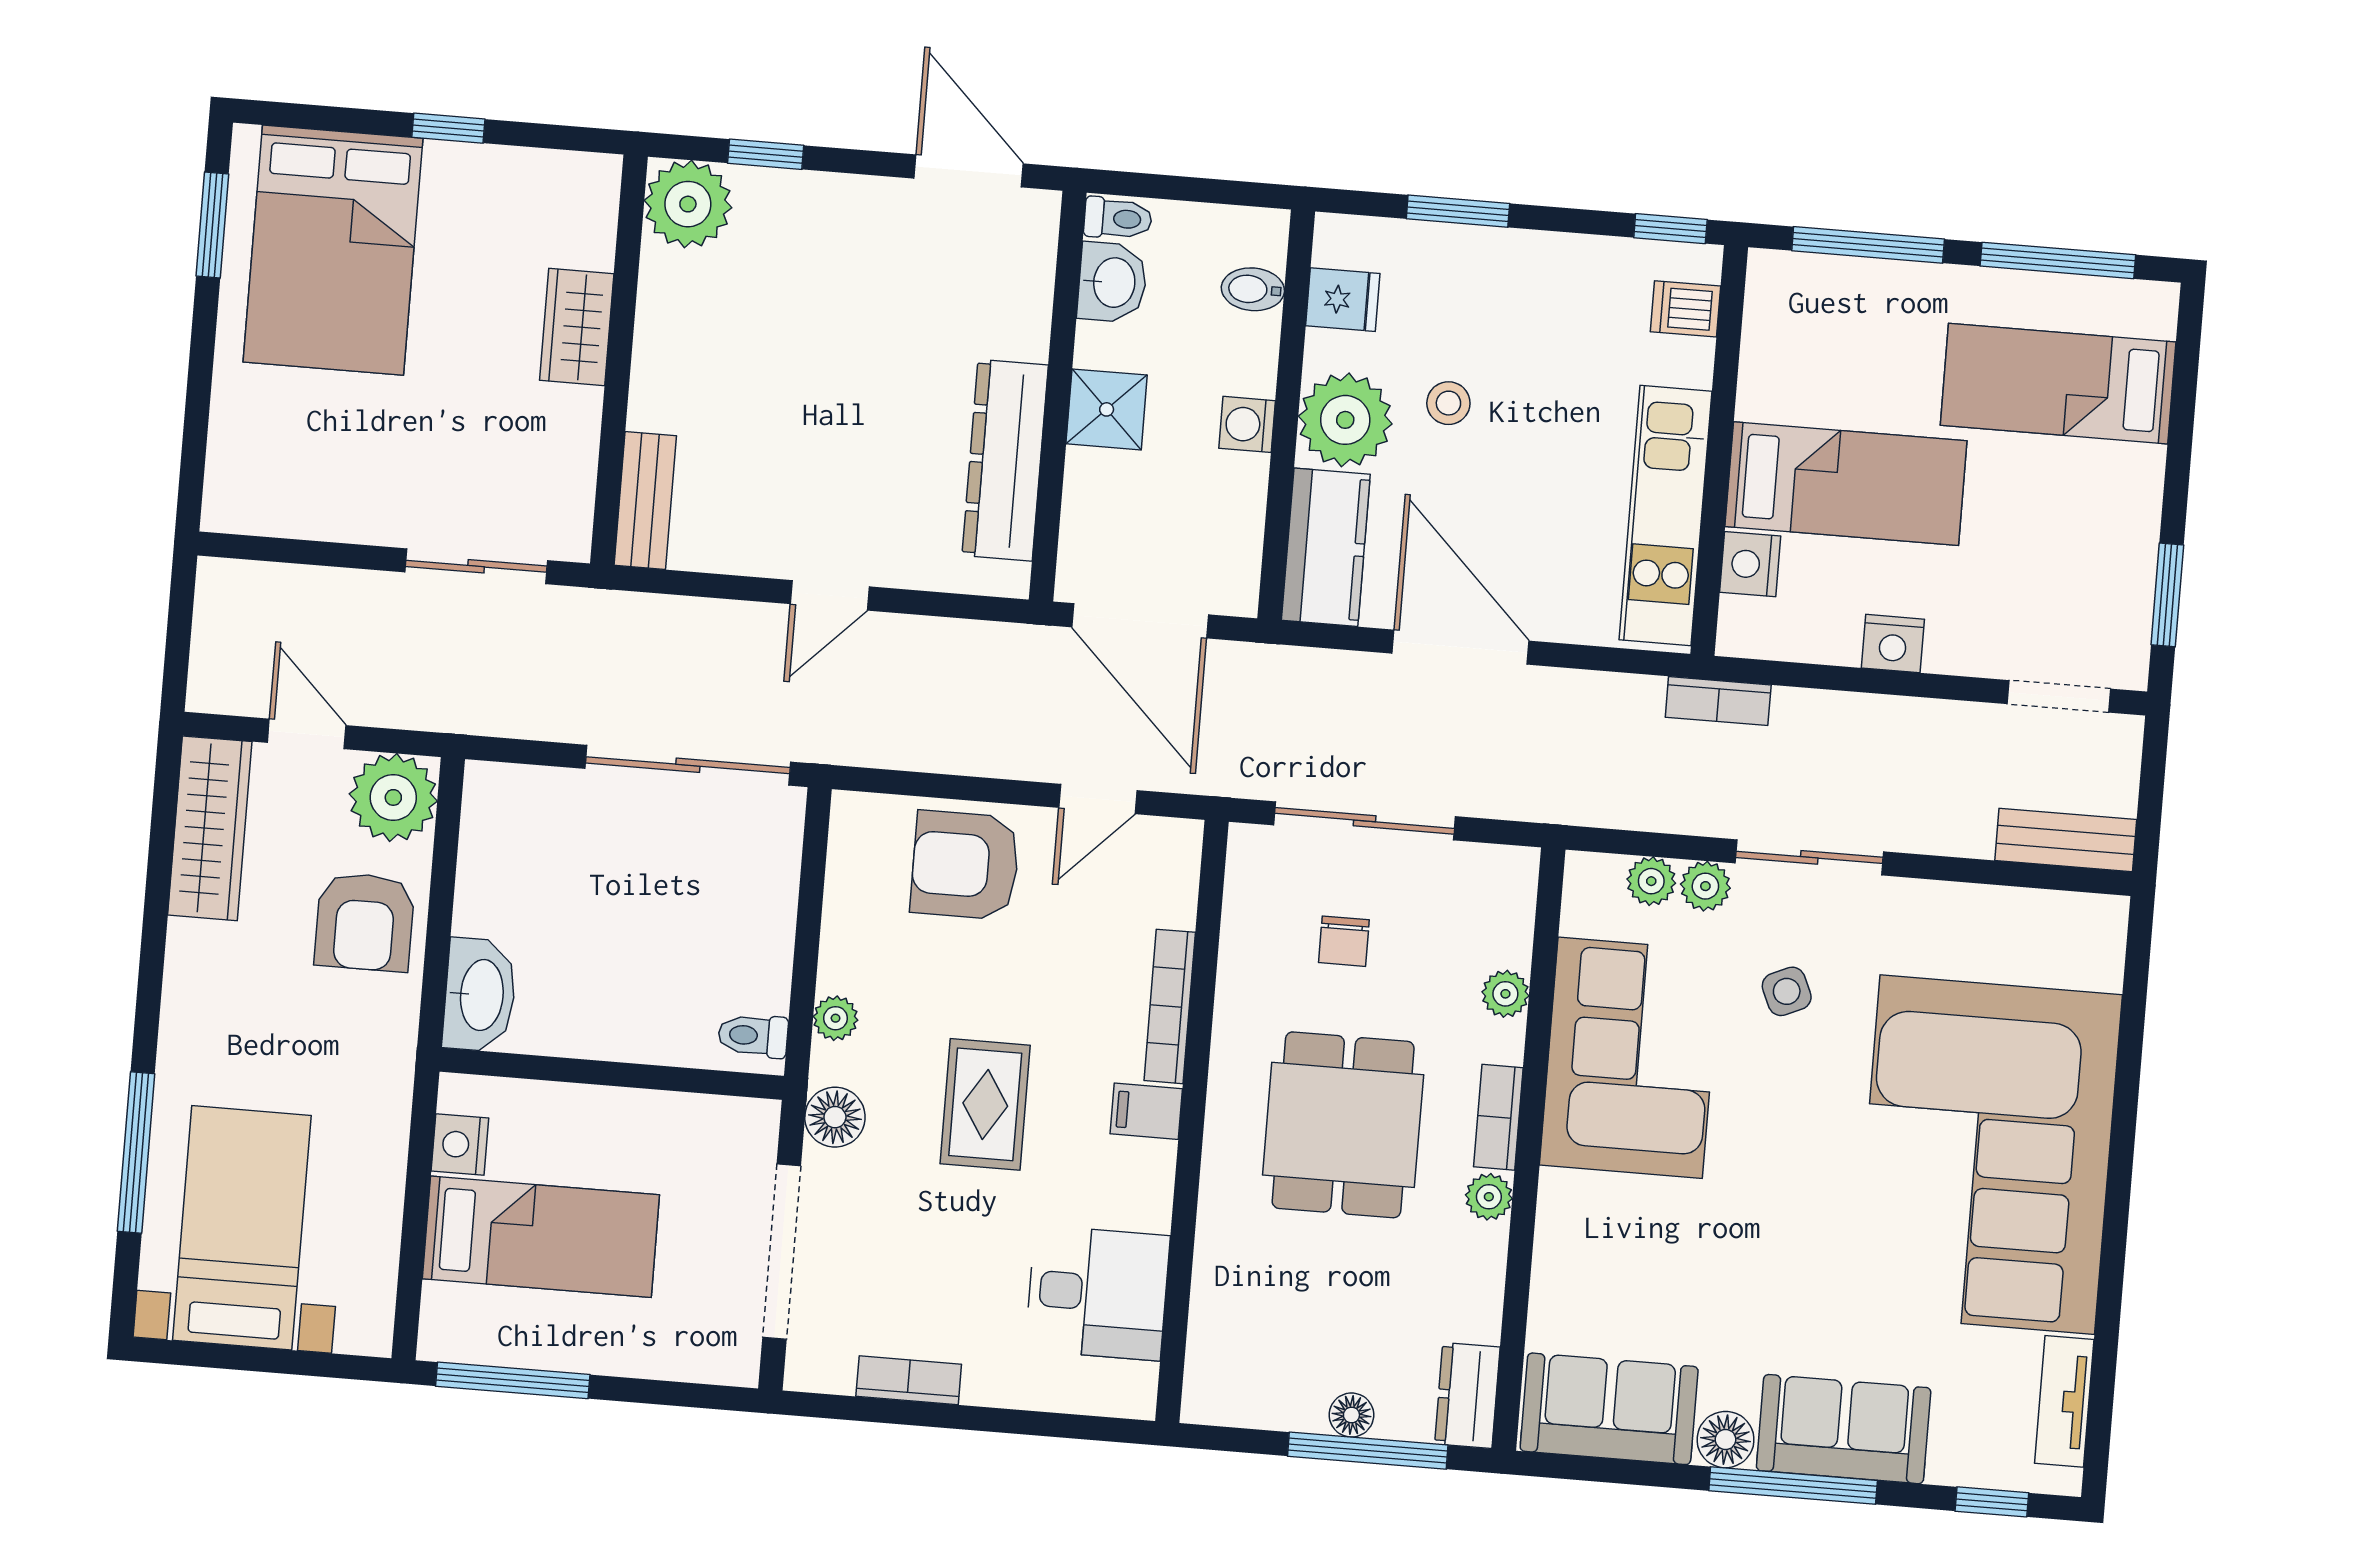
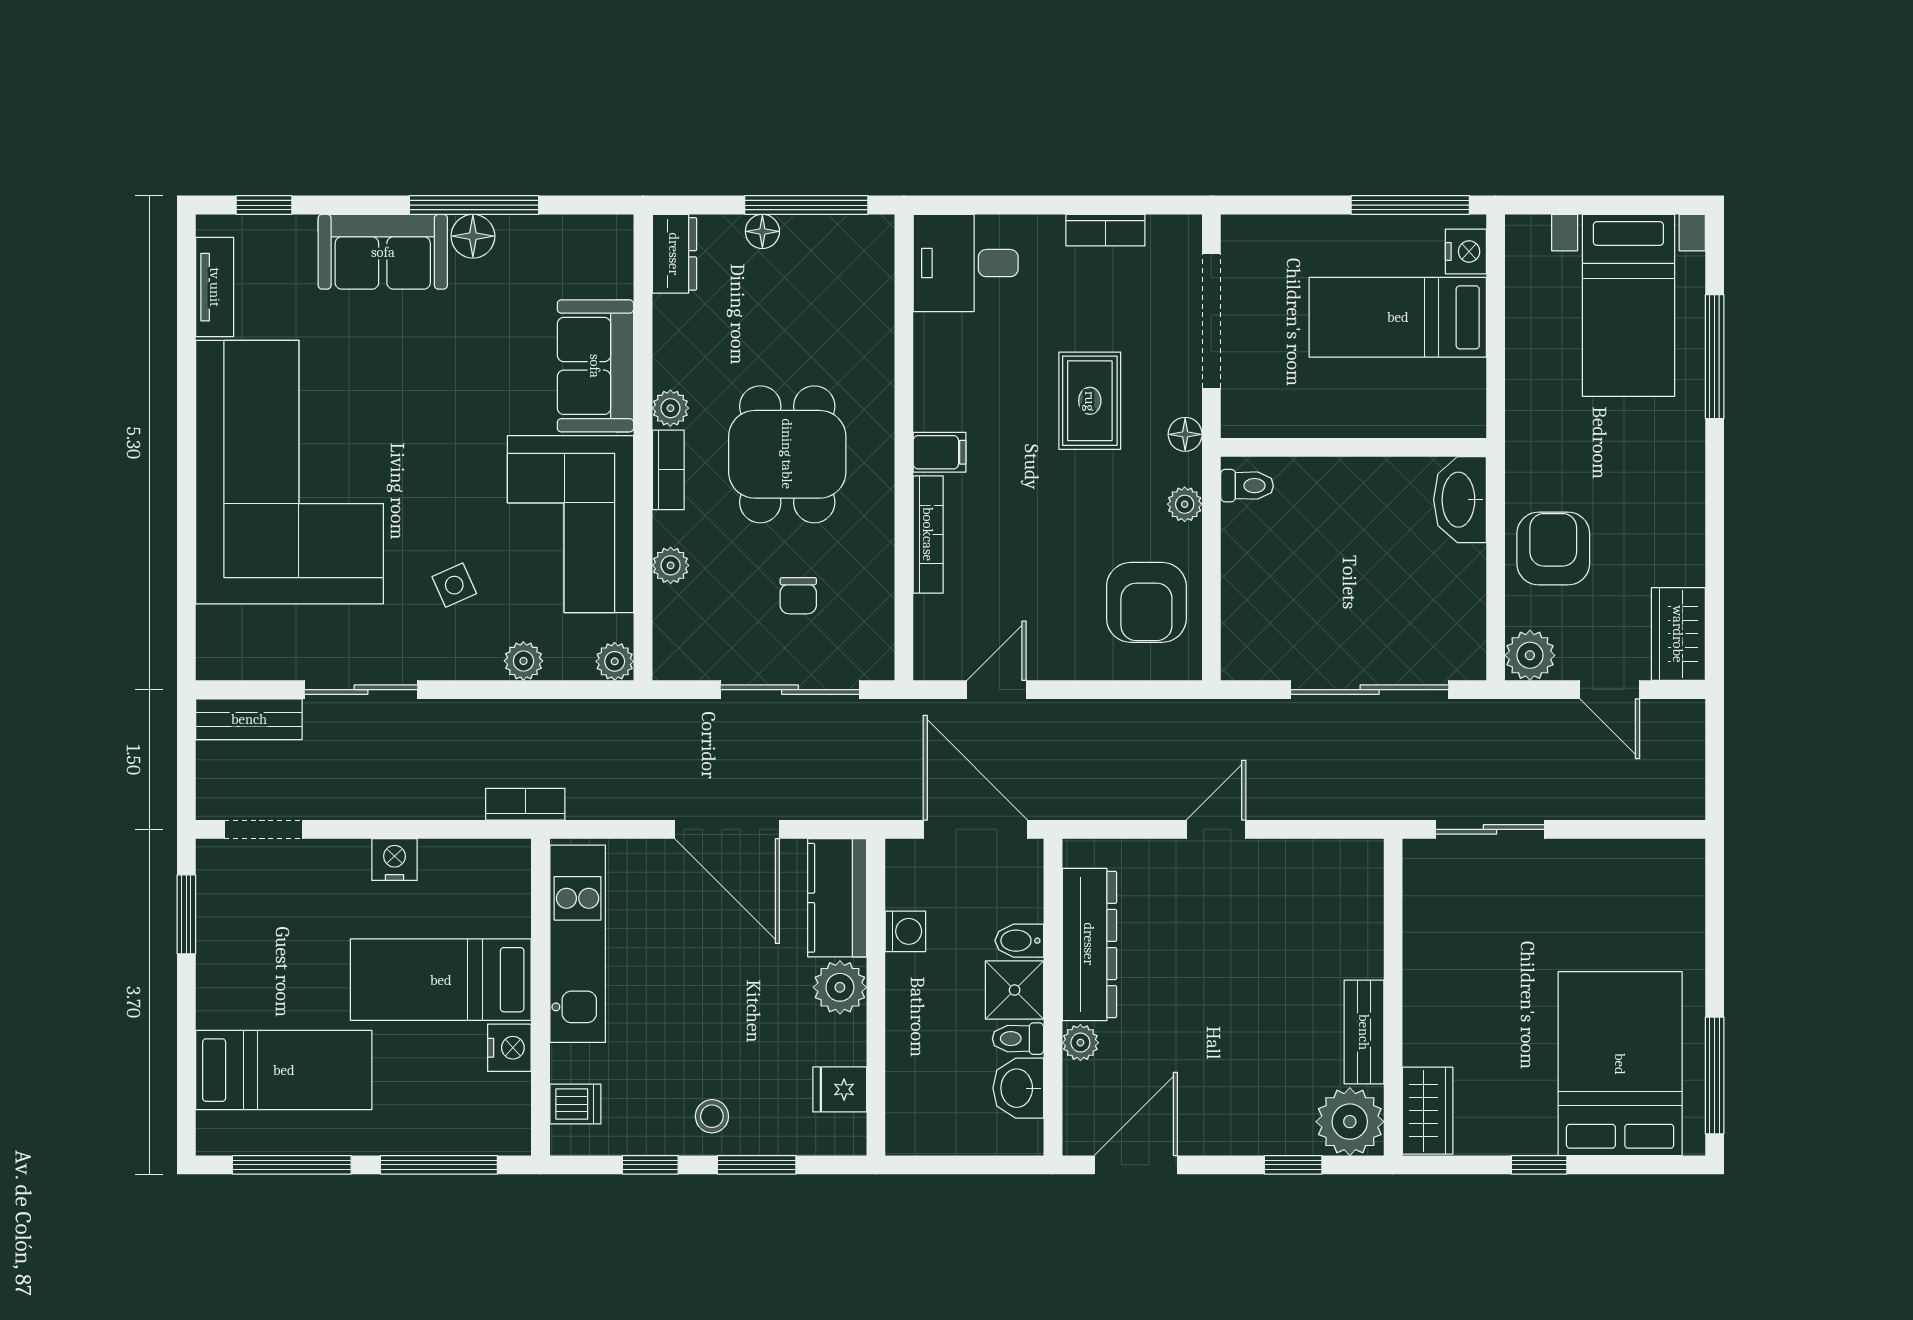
door: (969, 171) -> (1136, 1165), swing flipped
toilet: (1118, 218) -> (1018, 1039), moved
window: (212, 225) -> (1715, 1075), width x1.44
window: (1670, 229) -> (650, 1165), moved
bidet: (1253, 289) -> (1019, 941), moved, turned 180
wardrobe: (577, 327) -> (1428, 1111), moved
plant: (1027, 335) -> (1080, 1043), added
stool: (1448, 403) -> (712, 1116), moved
plant: (1345, 420) -> (840, 987), width x0.73, depth x0.73
washing machine: (1247, 424) -> (905, 931), moved
bench: (645, 501) -> (1364, 1032), moved
nightstand: (1750, 564) -> (509, 1048), moved
sliding door: (688, 765) -> (1370, 690), moved
plant: (393, 797) -> (1530, 655), width x0.73, depth x0.73
wardrobe: (210, 828) -> (1678, 634), width x0.67
sliding door: (1809, 857) -> (361, 690), moved
armchair: (965, 865) -> (1146, 602), moved, turned 90
plant: (1651, 881) -> (615, 661), moved
chair: (1344, 941) -> (798, 596), turned 180
rug: (985, 1104) -> (1090, 401), moved
floor lamp: (835, 1117) -> (1185, 434), width x0.73, depth x0.73
nightstand: (460, 1145) -> (1466, 251), moved
desk: (1097, 1293) -> (966, 263), moved
sofa: (1609, 1409) -> (595, 366), moved, turned 90
window: (1368, 1451) -> (806, 205), moved
window: (1793, 1486) -> (474, 205), moved

